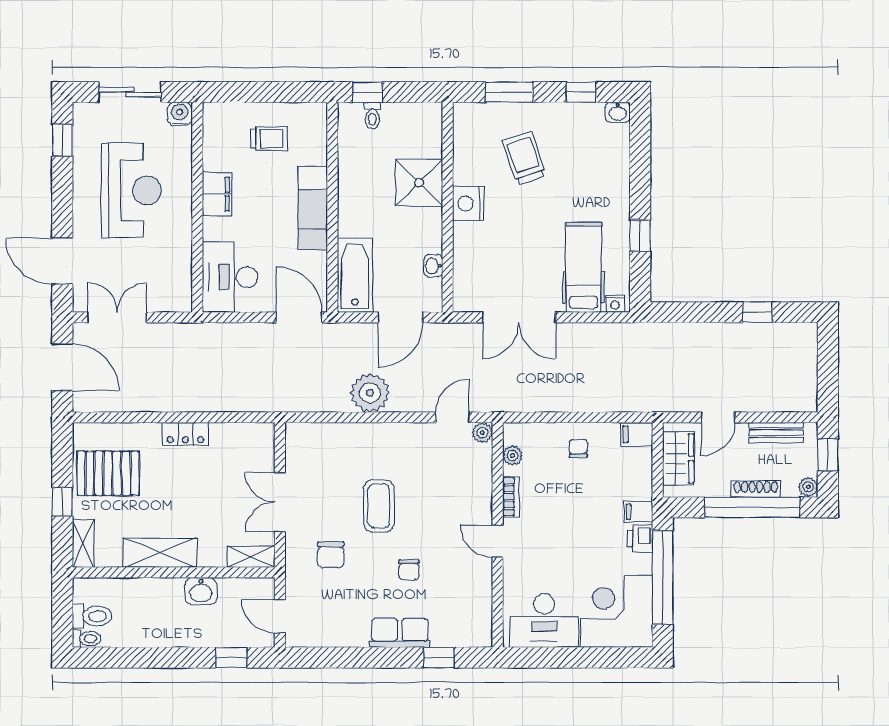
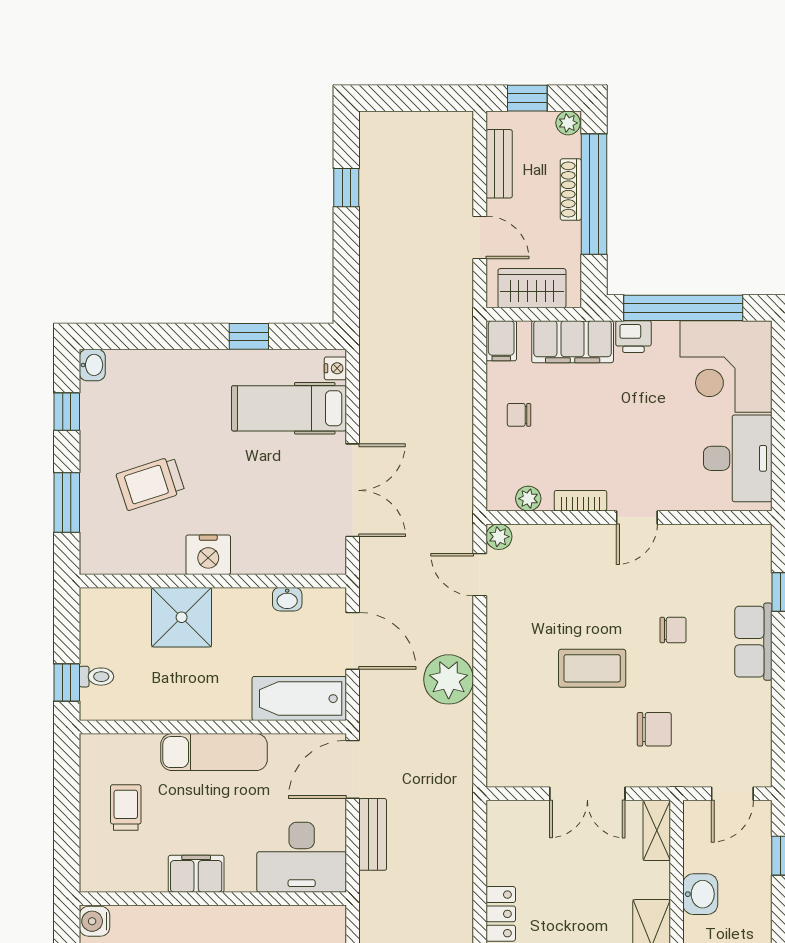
bench: (248, 333) -> (373, 834), added
filing cabinet: (638, 512) -> (573, 342), width x3.00, depth x1.17

